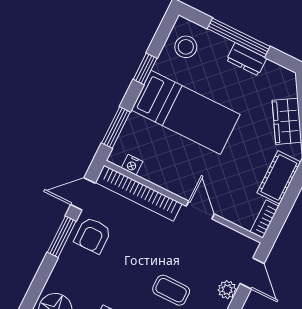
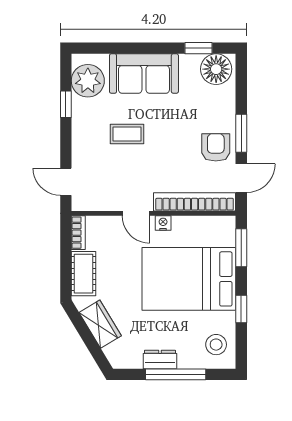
bed: (186, 112) -> (189, 279), width x1.50
nightstand: (132, 165) -> (163, 223), moved
plant: (227, 290) -> (80, 158), removed

